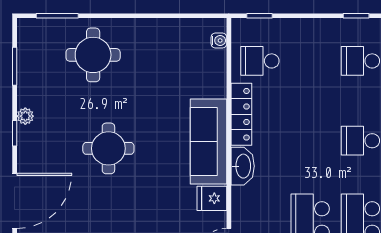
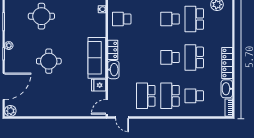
locker: (241, 114) -> (113, 50), width x0.66

